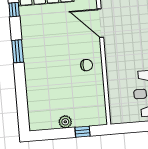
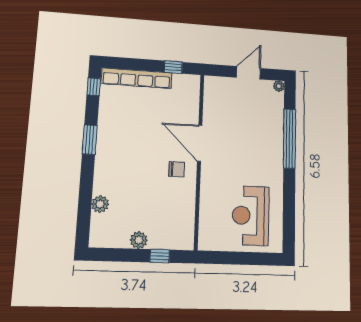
door: (100, 23) -> (200, 143), moved
plant: (33, 99) -> (100, 204), added

